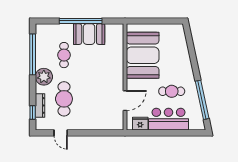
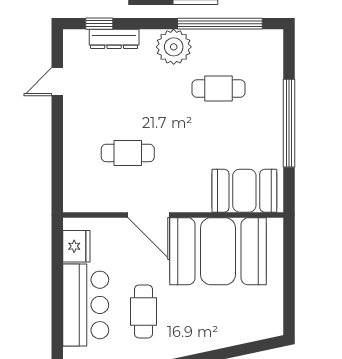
booth: (89, 34) -> (244, 191), moved, turned 90
cafe table: (64, 99) -> (128, 153), moved, width x0.73, depth x0.74
door: (125, 101) -> (149, 215), moved

